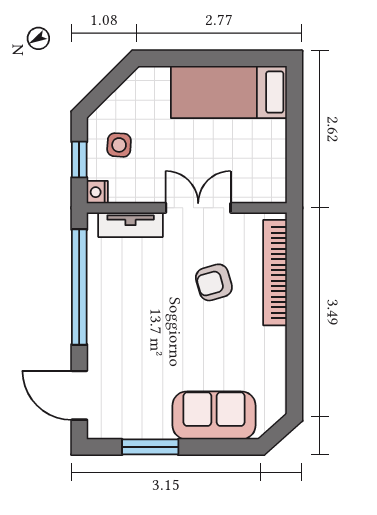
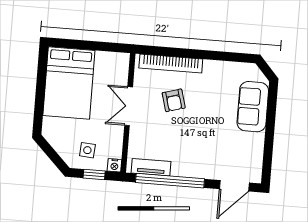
bed: (229, 92) -> (69, 83), width x1.50
tv unit: (131, 225) -> (151, 167), moved, turned -90
window: (150, 447) -> (268, 146), removed

